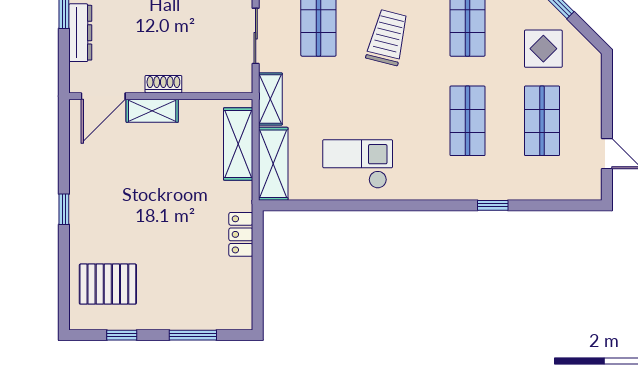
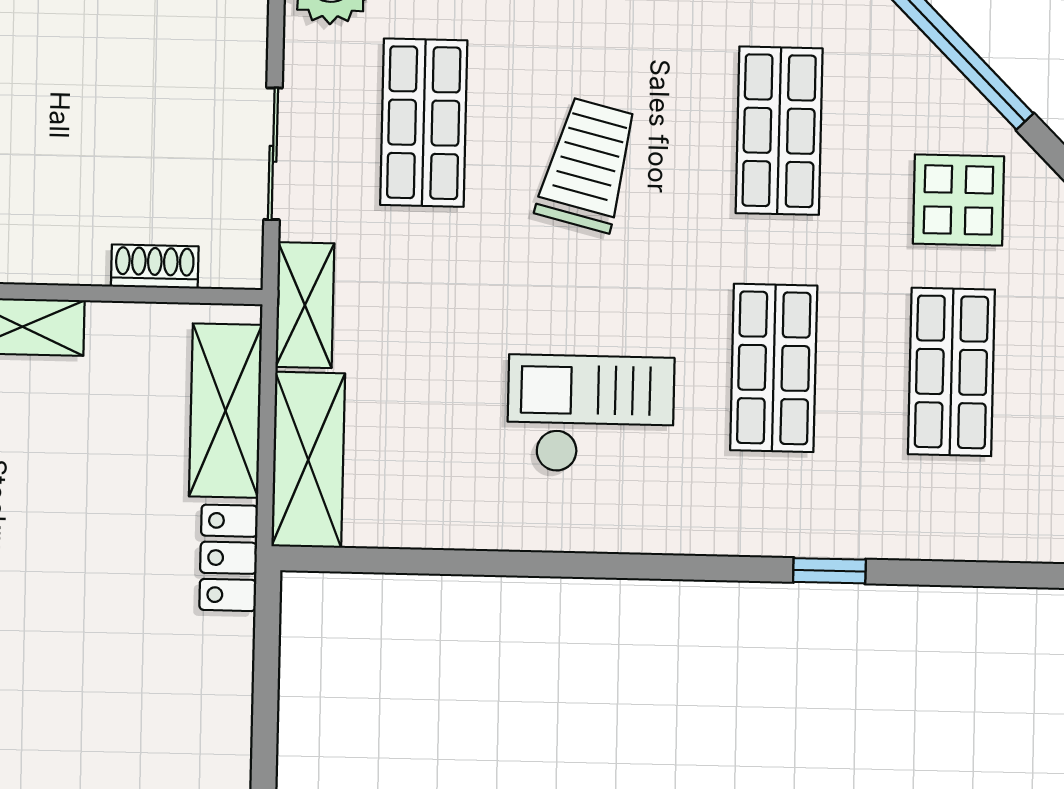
shoe rack: (163, 84) -> (155, 266), moved
checkout: (358, 164) -> (590, 414), moved
locker: (241, 234) -> (229, 558), moved

